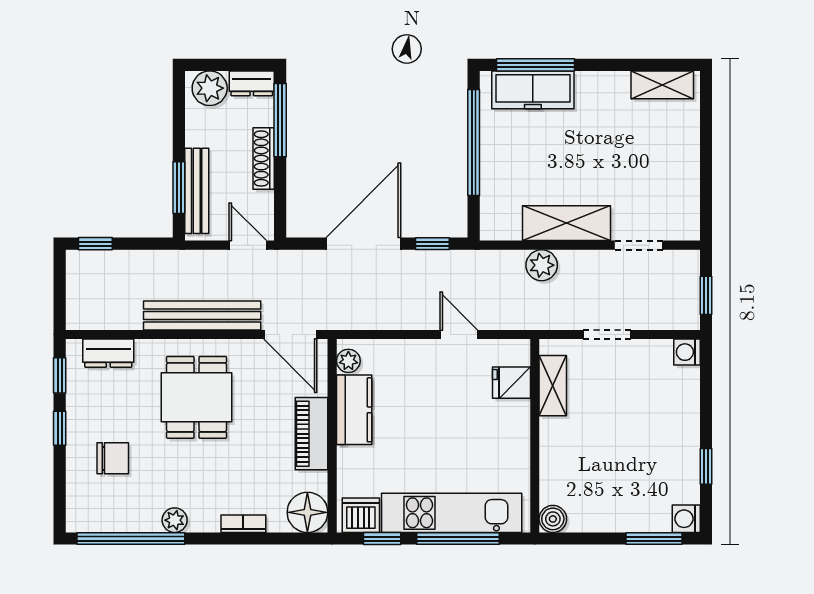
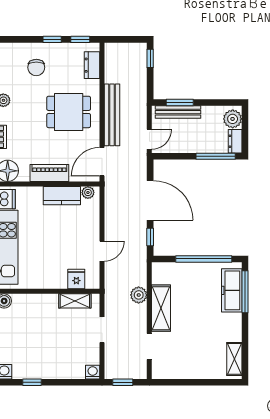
shoe rack: (264, 158) -> (195, 148), removed

